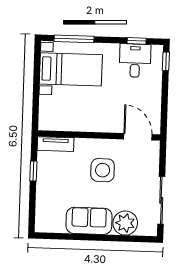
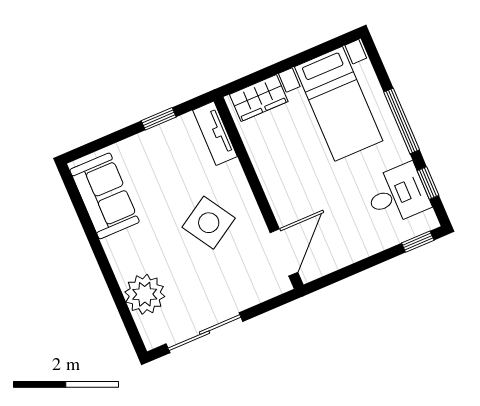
window: (74, 39) -> (402, 121), moved
wardrobe: (47, 111) -> (259, 98), added
side table: (103, 170) -> (209, 223), turned -32
sofa: (89, 221) -> (105, 196), moved

